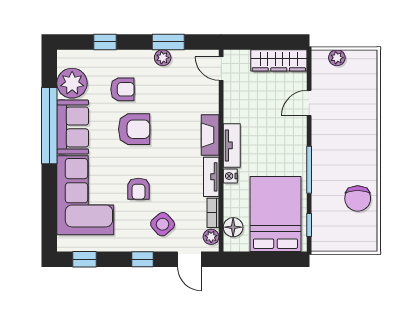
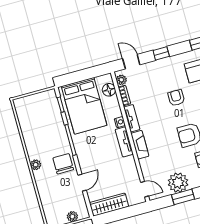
plant: (163, 58) -> (178, 183), width x1.87, depth x1.87
plant: (370, 148) -> (36, 165), added
chair: (358, 198) -> (63, 164), moved
side table: (163, 224) -> (155, 79), removed

